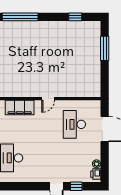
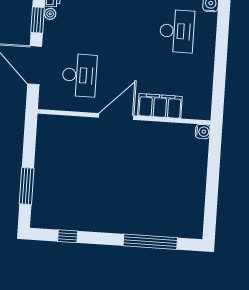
door: (48, 99) -> (116, 117), width x1.87
window: (105, 159) -> (38, 20), added

